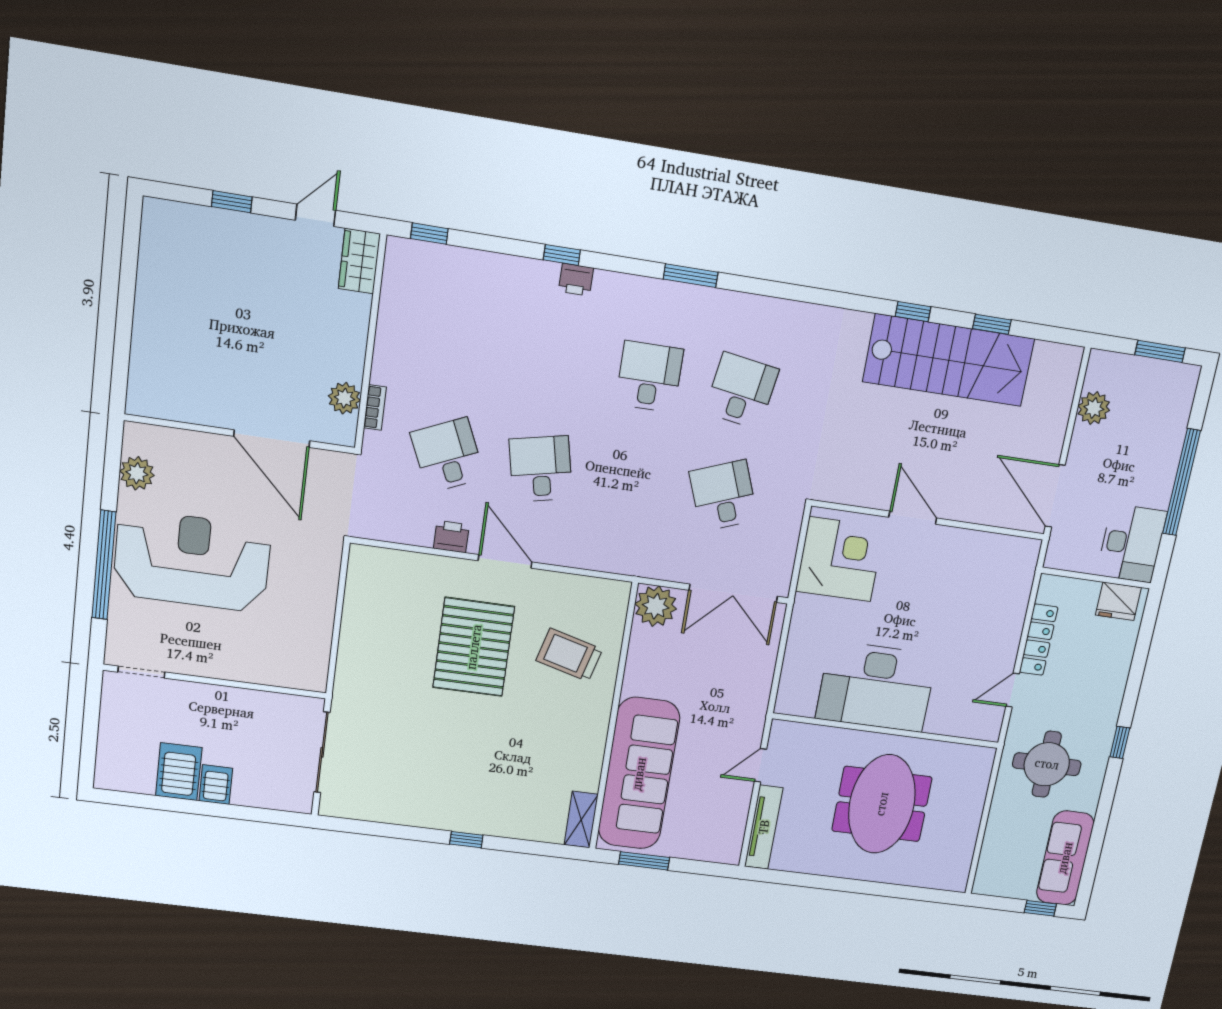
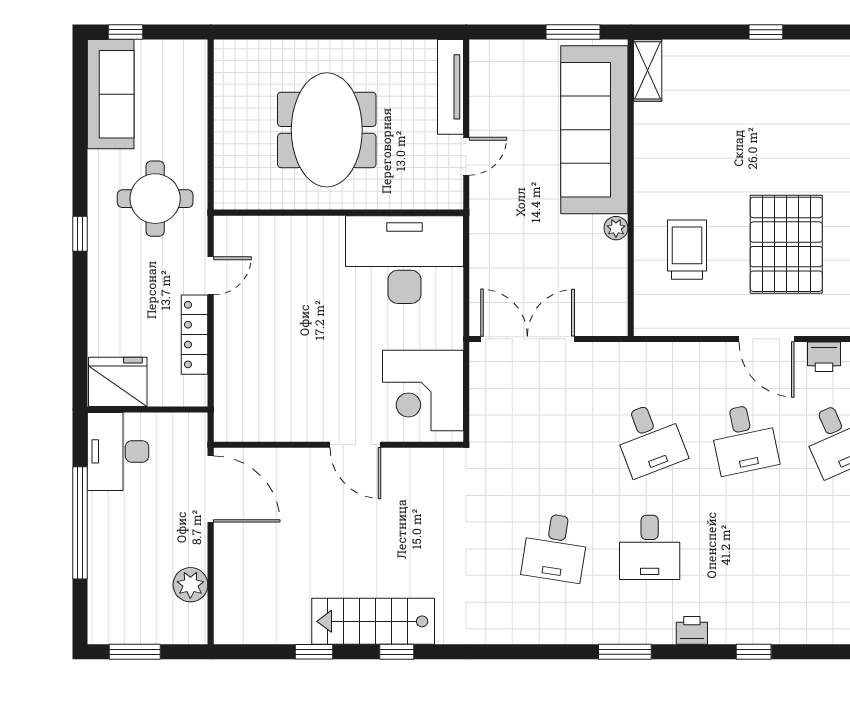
printer: (576, 280) -> (692, 630), moved
stairs: (949, 360) -> (373, 621), width x0.73, depth x0.66
desk: (723, 496) -> (650, 439), moved
fridge: (1118, 601) -> (118, 382), width x1.36, depth x1.34
plant: (656, 606) -> (616, 228), moved, width x0.53, depth x0.53
trolley: (569, 655) -> (687, 250), turned -105
desk: (876, 687) -> (405, 260), moved

